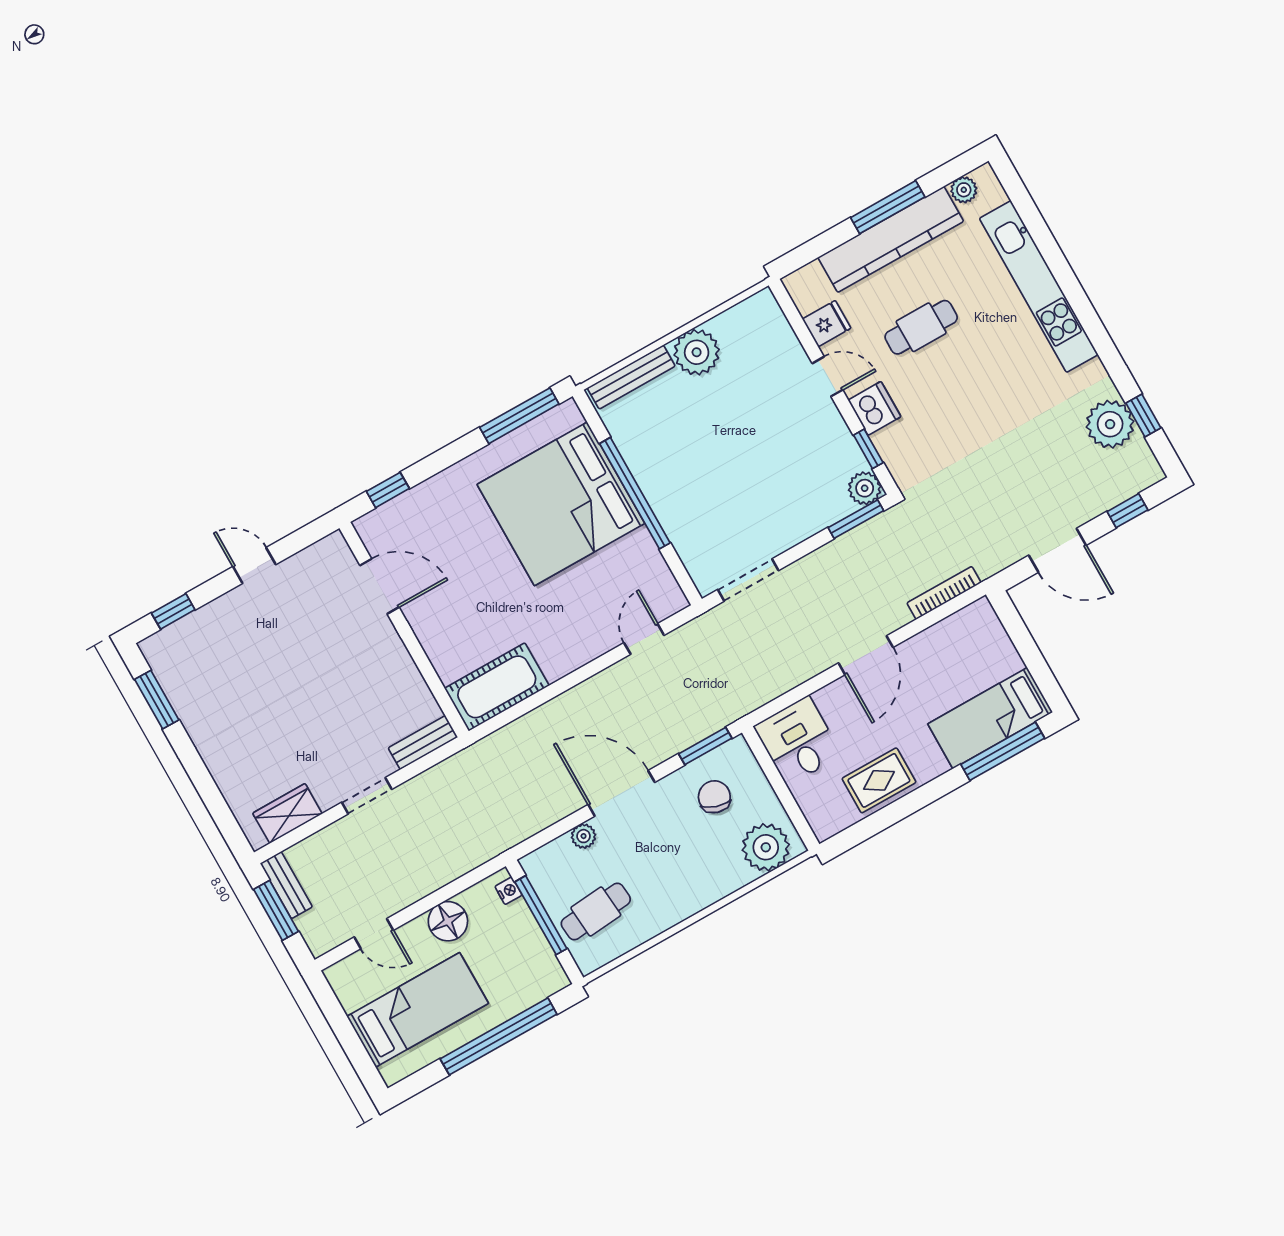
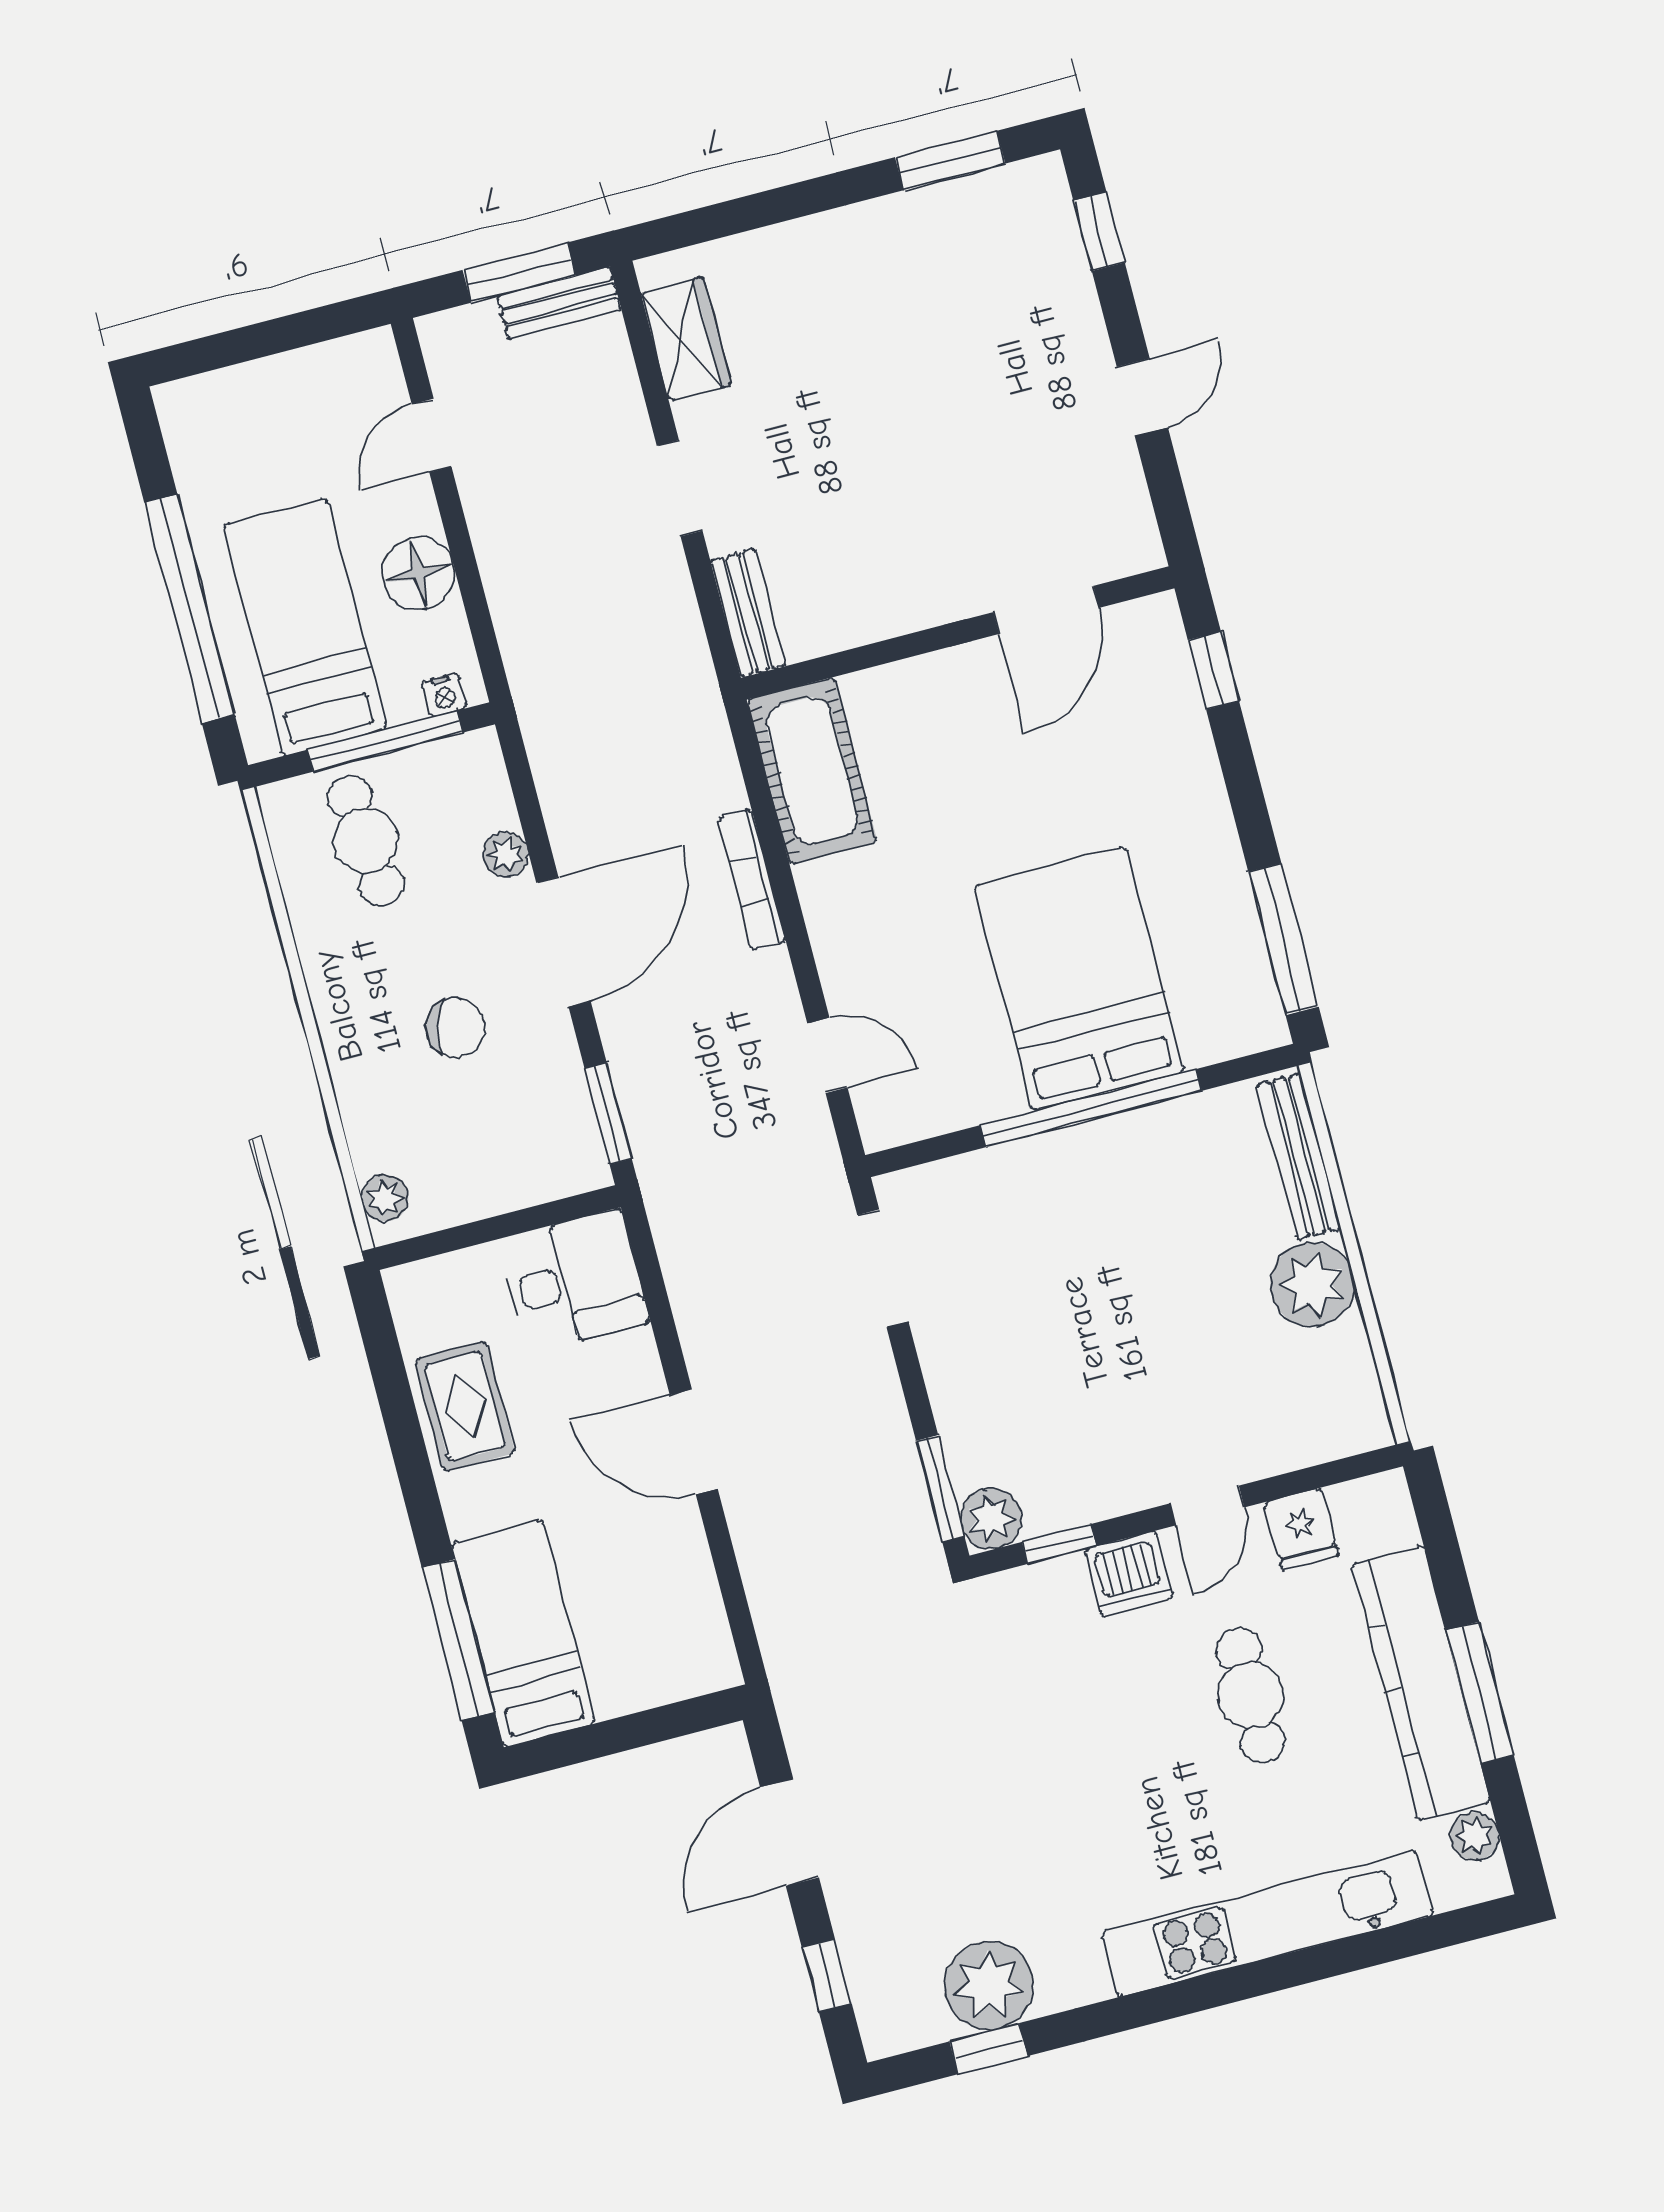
bed: (561, 504) -> (1079, 979), width x0.73
bookcase: (944, 593) -> (752, 880), moved, turned 180
chair: (714, 797) -> (456, 1027), moved
plant: (766, 847) -> (385, 1198), width x0.53, depth x0.53
bed: (418, 1010) -> (305, 627), moved, turned 180

